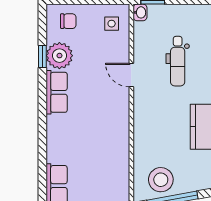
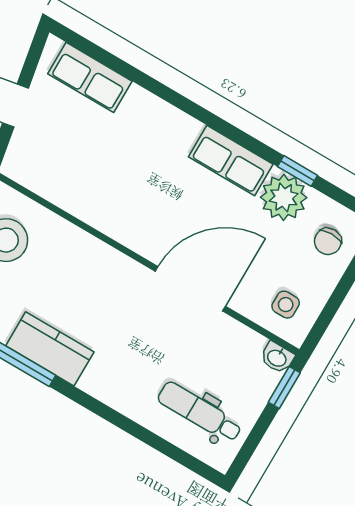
dental chair: (178, 61) -> (200, 412), moved
door: (131, 75) -> (190, 289), width x1.87

